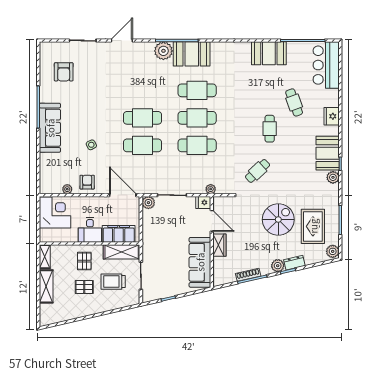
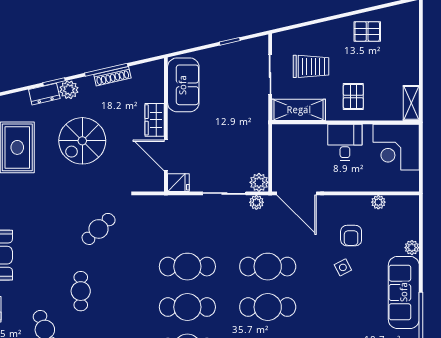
plant: (44, 158) -> (412, 248), added
armchair: (87, 182) -> (351, 236), moved
plant: (211, 189) -> (256, 202), moved
corner desk: (55, 213) -> (396, 147), moved
spiral stairs: (278, 220) -> (82, 141), moved
filing cabinet: (119, 234) -> (303, 136), removed
sofa: (200, 262) -> (183, 85), width x0.73
shelving: (46, 286) -> (409, 59), removed
pallet: (84, 287) -> (367, 31), moved

